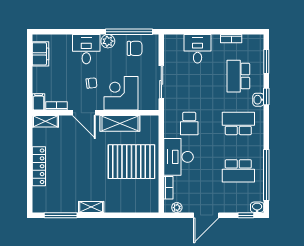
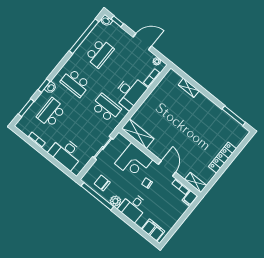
desk: (198, 49) -> (66, 153), width x1.37
filing cabinet: (41, 54) -> (153, 230), moved, turned 90
school desk: (238, 76) -> (51, 113), turned 180
shelving: (120, 123) -> (138, 134), moved
school desk: (189, 123) -> (106, 108), width x1.85
pallet: (131, 162) -> (162, 113), removed
school desk: (238, 171) -> (99, 53), turned 90
shelving: (91, 207) -> (189, 88), moved

